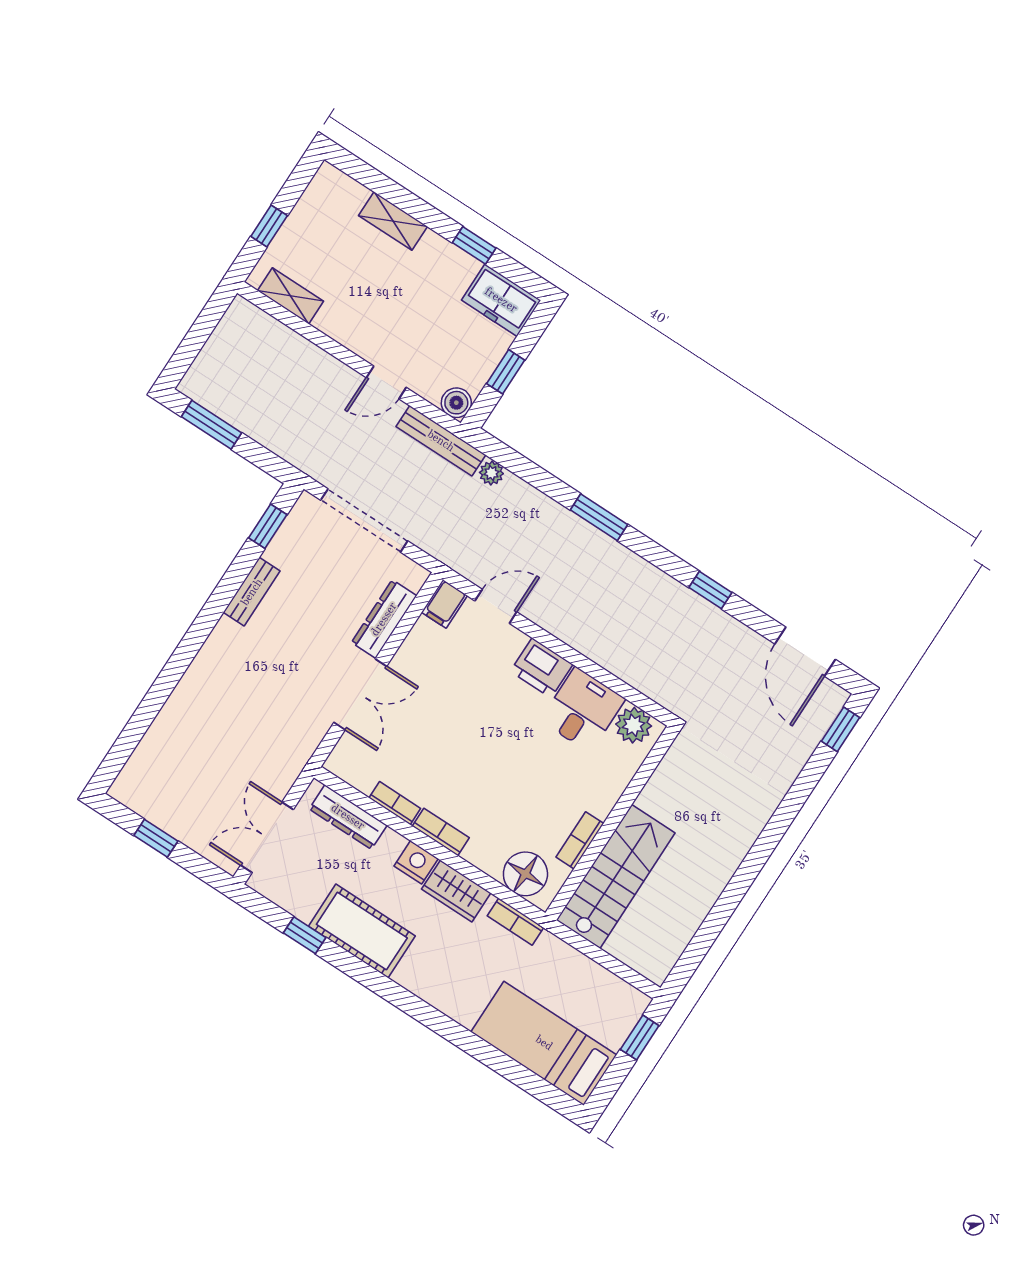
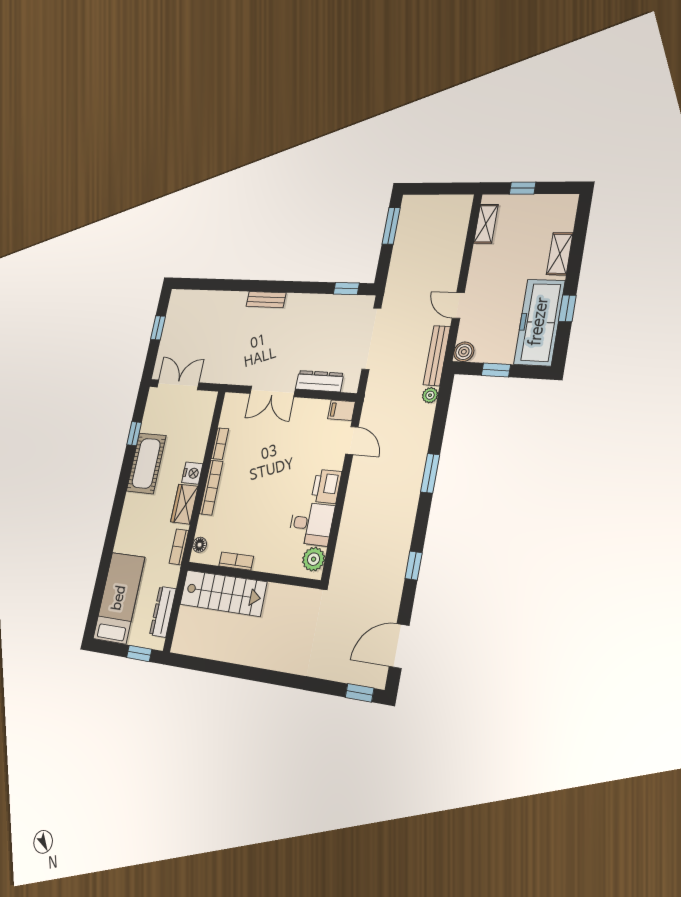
freezer: (501, 300) -> (539, 322), width x1.91, depth x1.26
bench: (252, 592) -> (266, 300), moved
dresser: (348, 817) -> (163, 612), moved
bookcase: (441, 832) -> (211, 488), width x1.56
floor lamp: (525, 874) -> (200, 545), width x0.53, depth x0.53

